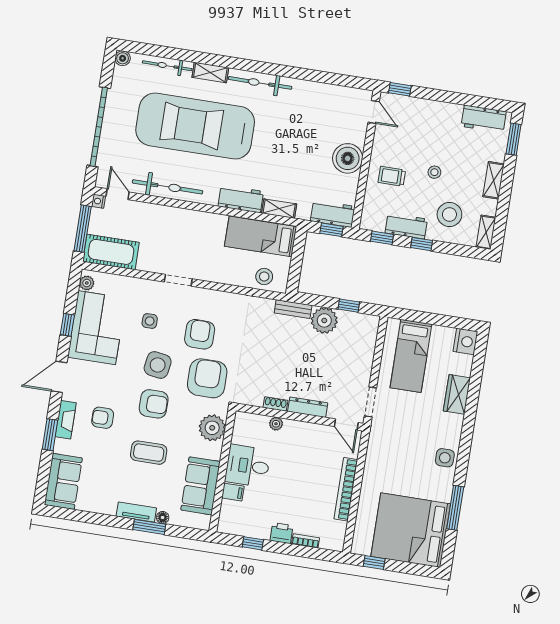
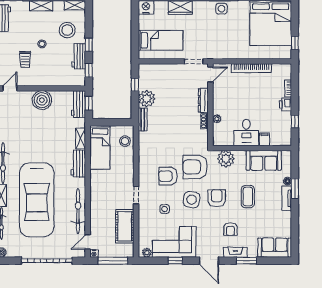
trolley: (392, 176) -> (25, 59), moved
cot: (111, 252) -> (125, 226), moved

